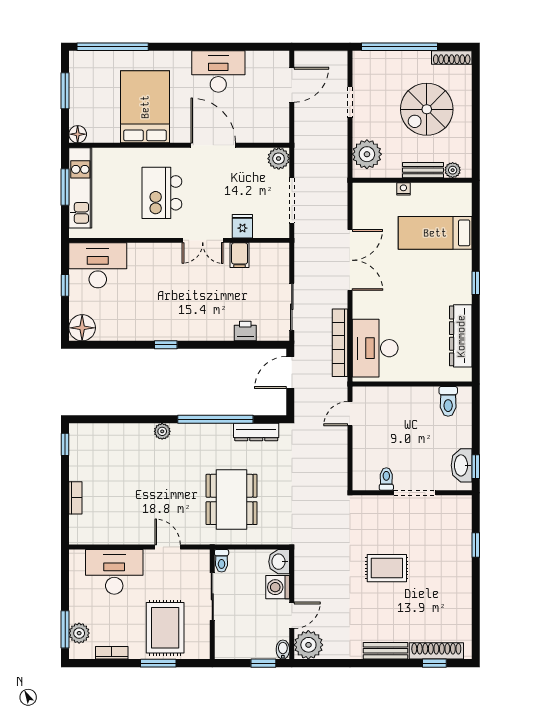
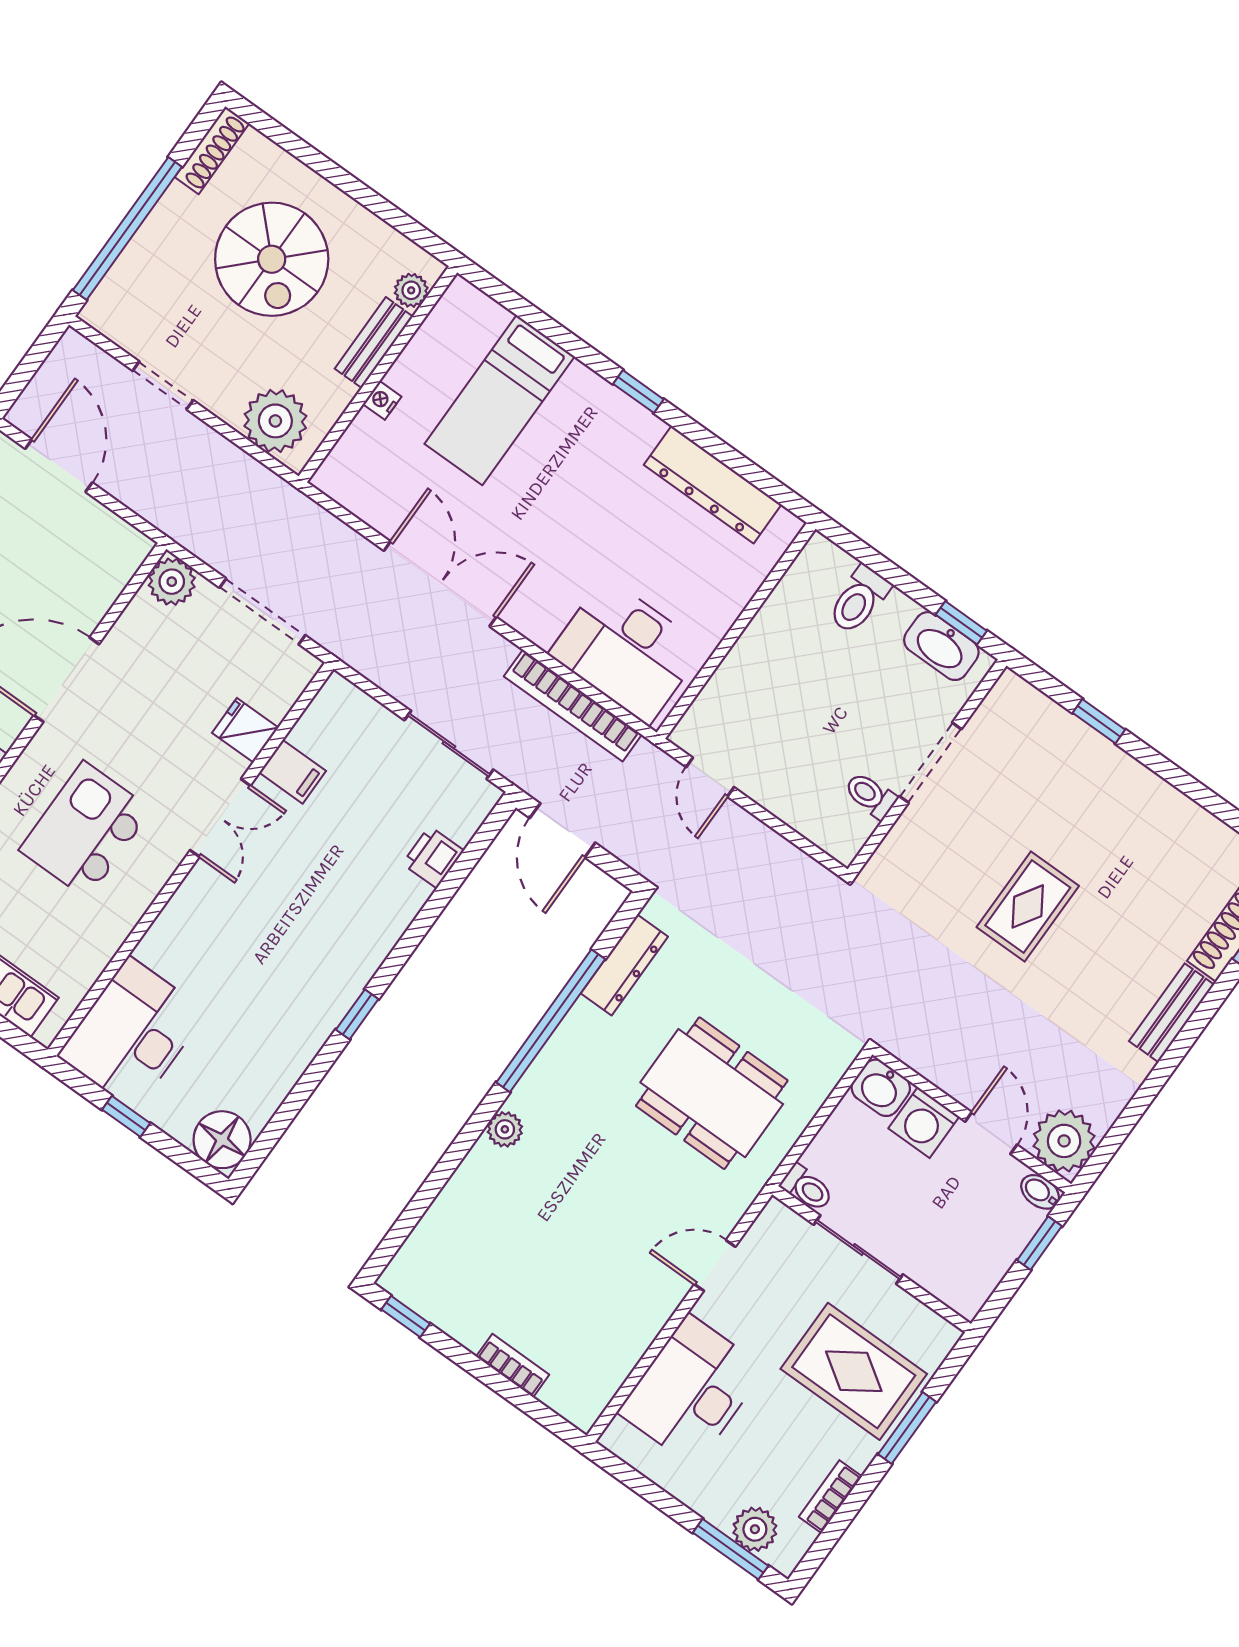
kitchen island: (162, 193) -> (85, 830), turned 90
toilet: (448, 401) -> (859, 600), moved, turned 90

